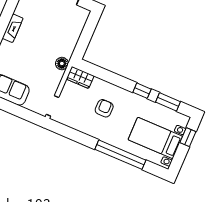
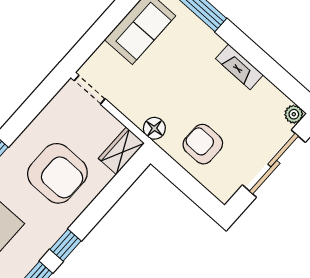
armchair: (62, 34) -> (203, 144), added
armchair: (104, 108) -> (57, 173), width x1.88, depth x1.88

